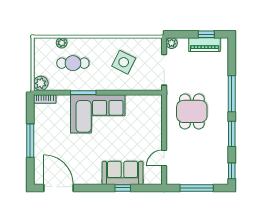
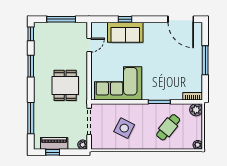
plant: (62, 43) -> (198, 145), moved
cafe table: (73, 63) -> (168, 127), turned -51
window: (232, 94) -> (31, 118), moved
corner sofa: (98, 114) -> (118, 83), moved

